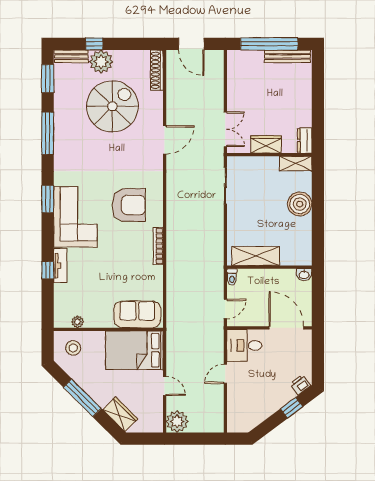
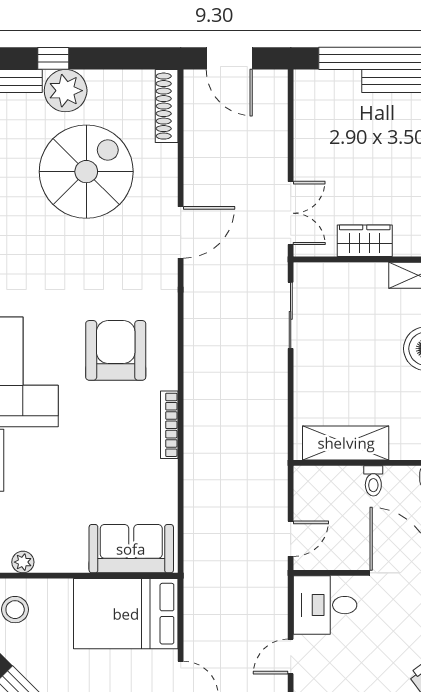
armchair: (129, 205) -> (116, 350), turned -90
toilet: (232, 277) -> (373, 481), moved

